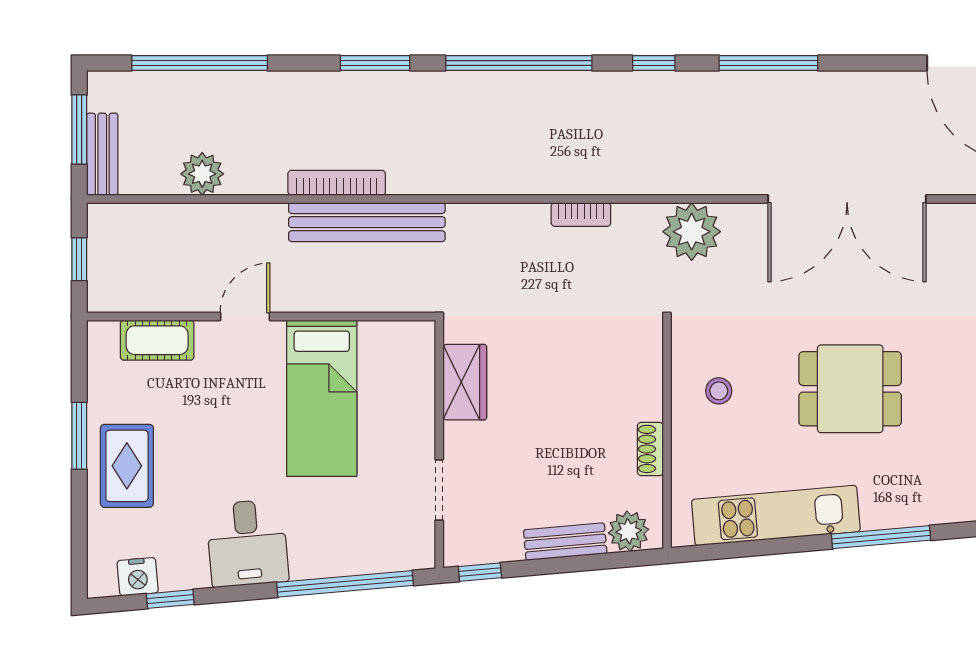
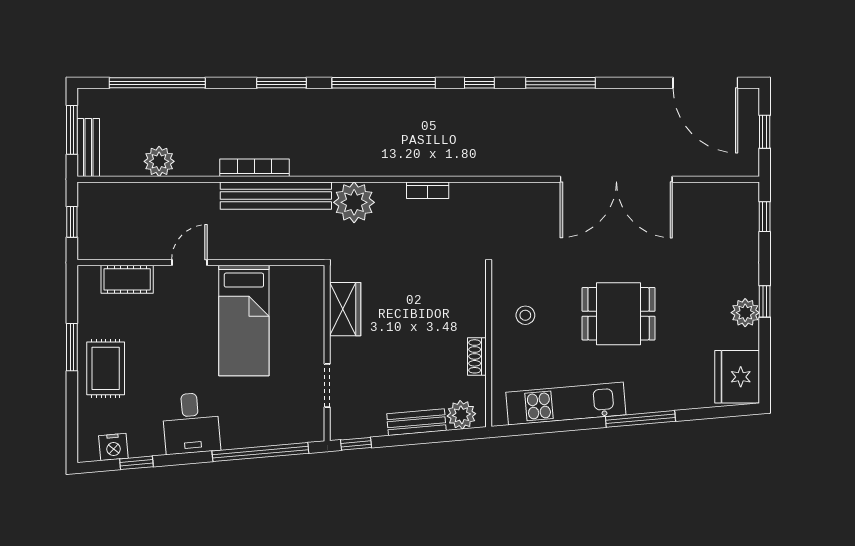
plant: (692, 232) -> (354, 202), moved

